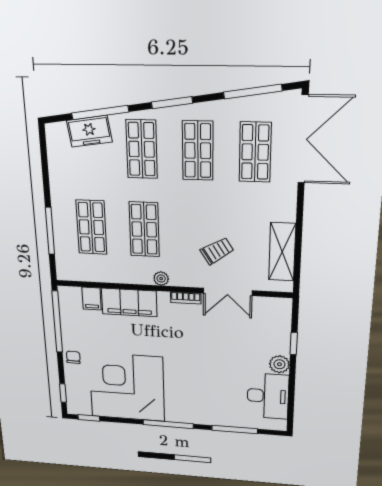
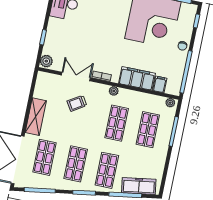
freezer: (89, 131) -> (139, 186), width x1.40
shelving: (282, 252) -> (36, 117), moved
plant: (68, 274) -> (170, 103), added
plant: (279, 364) -> (46, 61), moved

